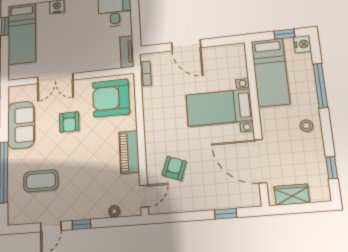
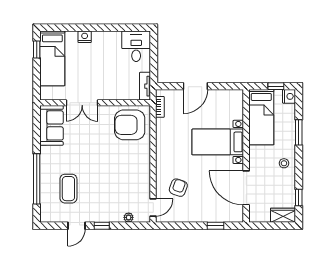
door: (186, 45) -> (195, 86), hinge flipped
window: (320, 86) -> (299, 132), width x0.69
armchair: (69, 122) -> (93, 142), removed
sofa: (21, 125) -> (52, 125), moved
piano: (129, 152) -> (143, 171), removed
coffee table: (41, 181) -> (68, 189), turned 90
wardrobe: (292, 195) -> (283, 215), moved

